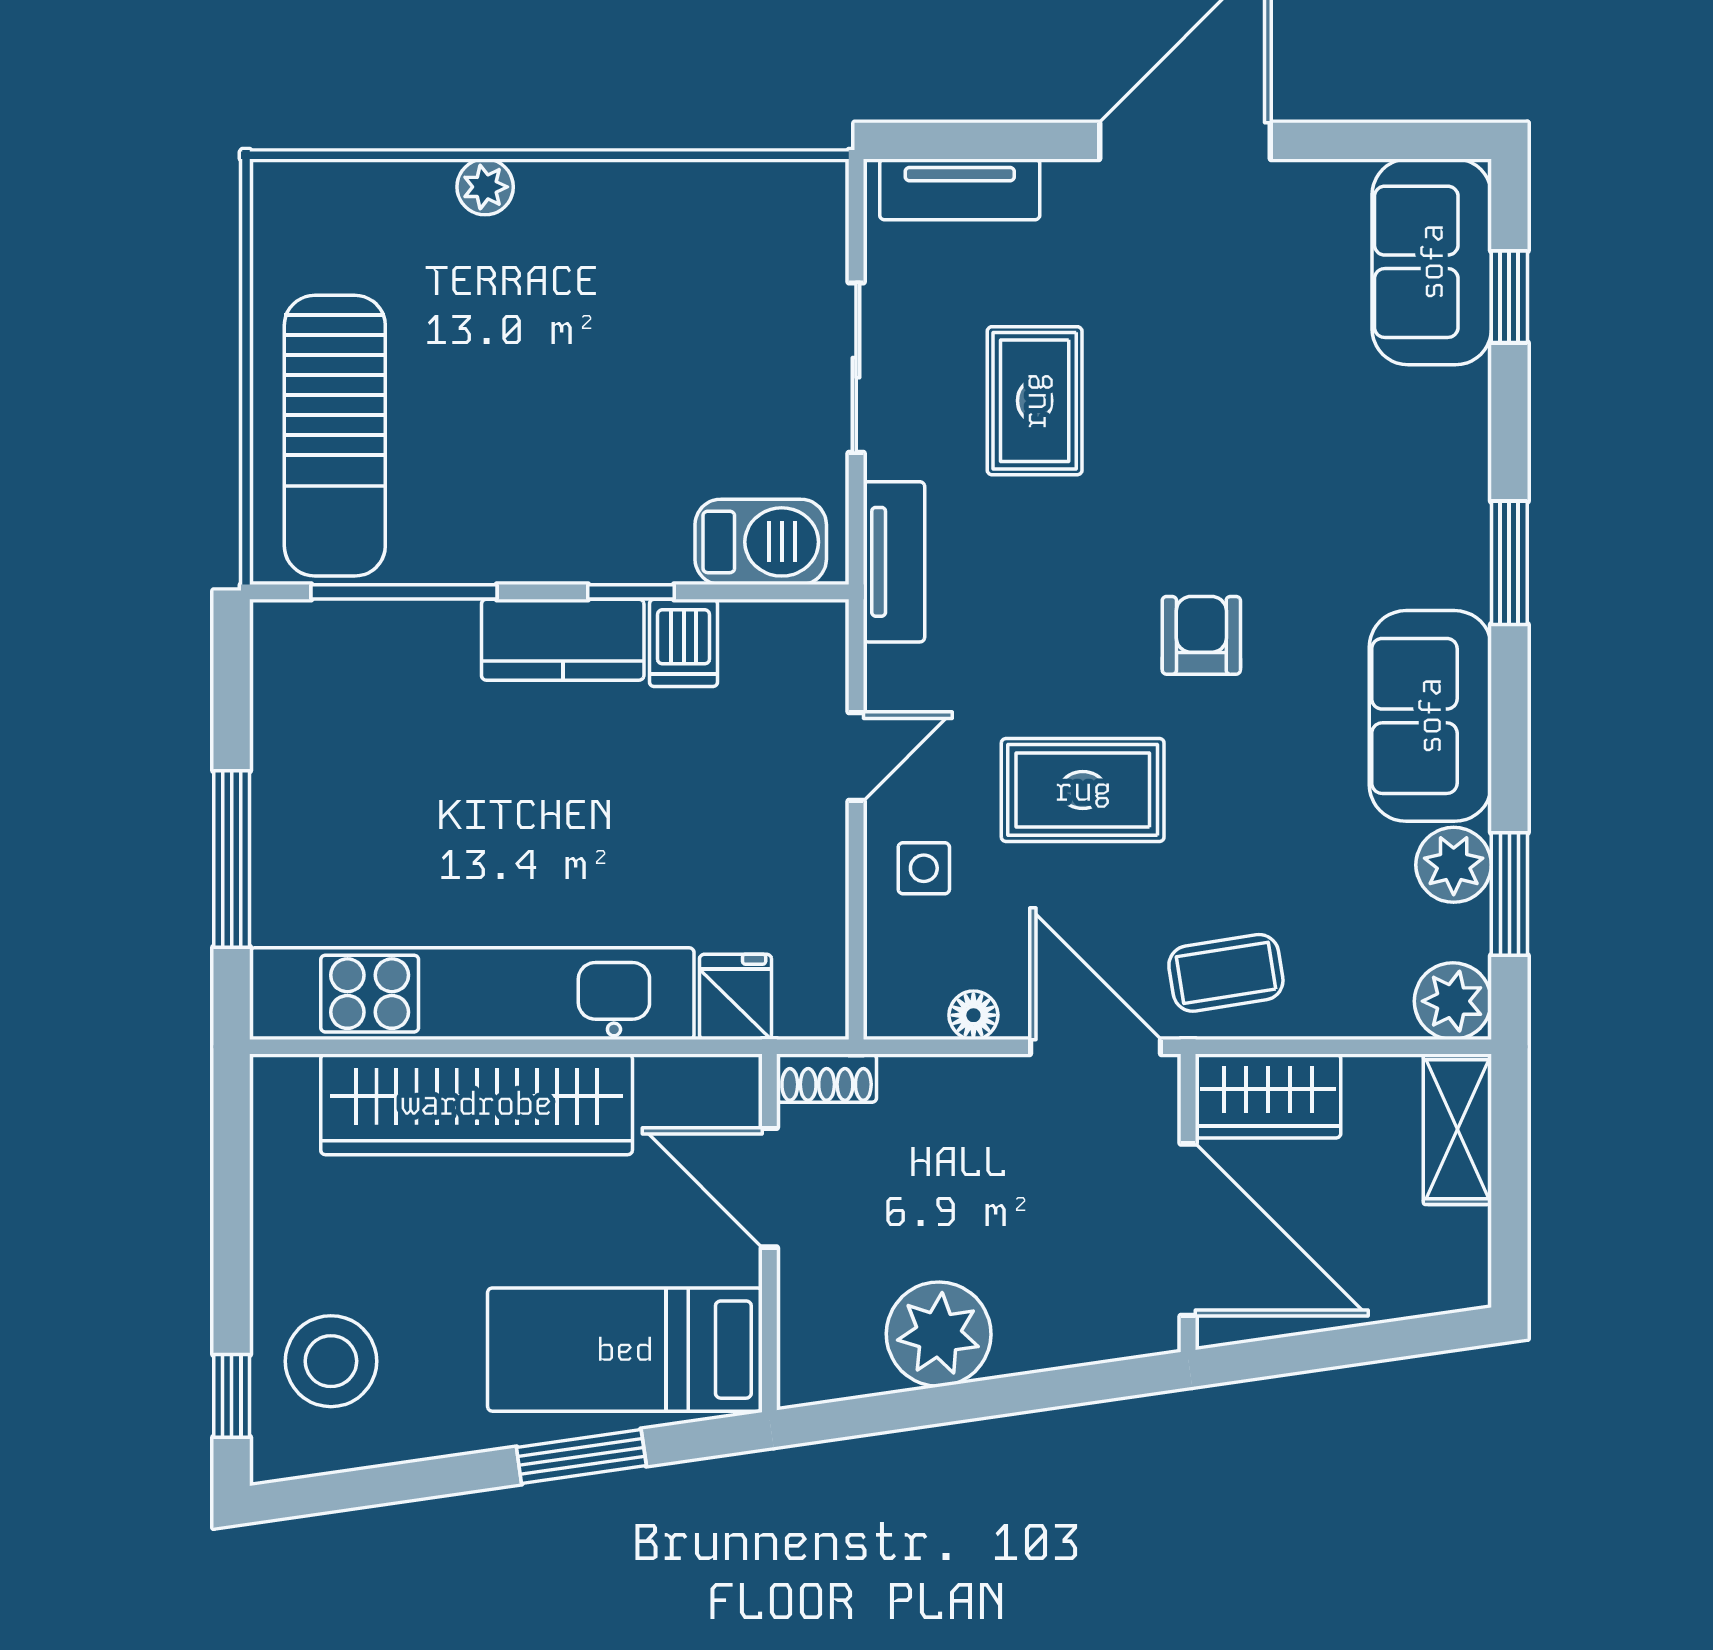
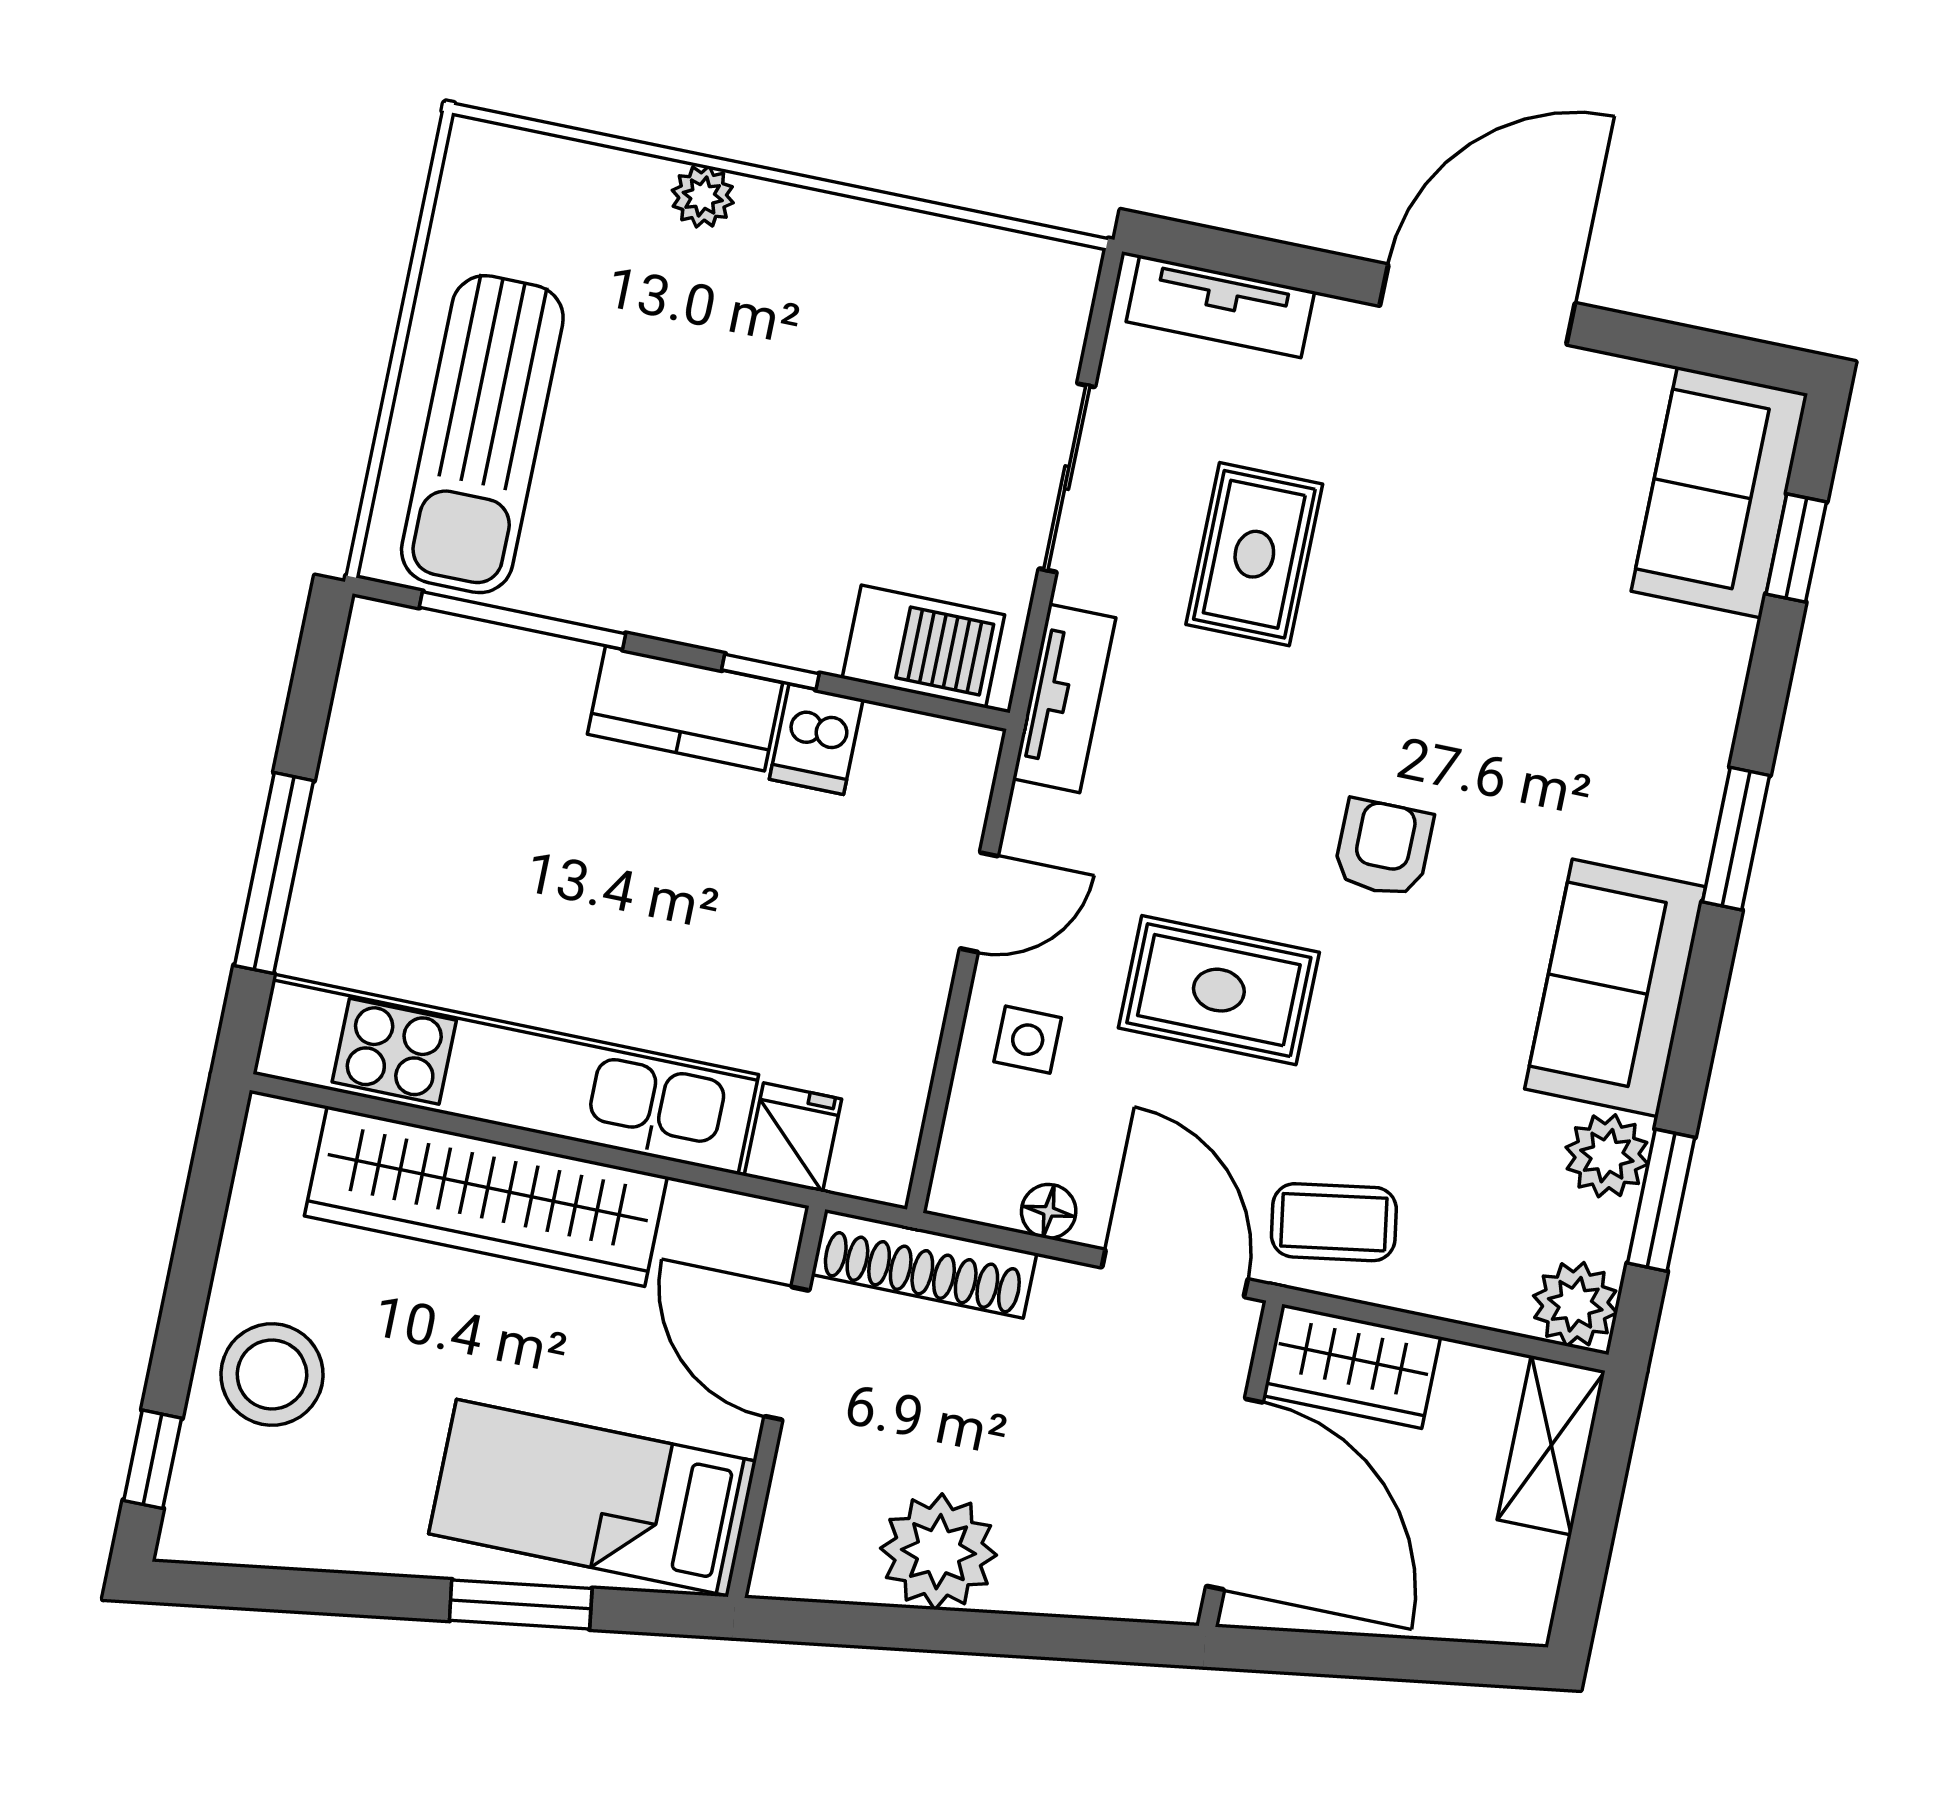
shoe rack: (827, 1078) -> (924, 1264), width x1.94, depth x1.24
stool: (331, 1361) -> (272, 1375), moved

